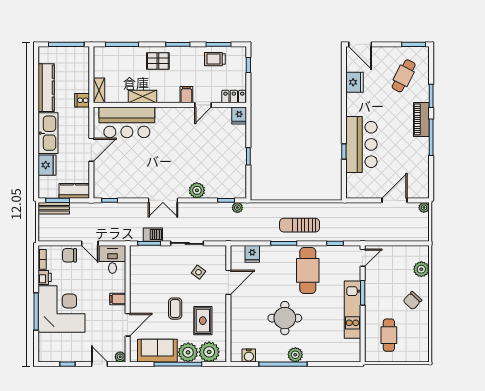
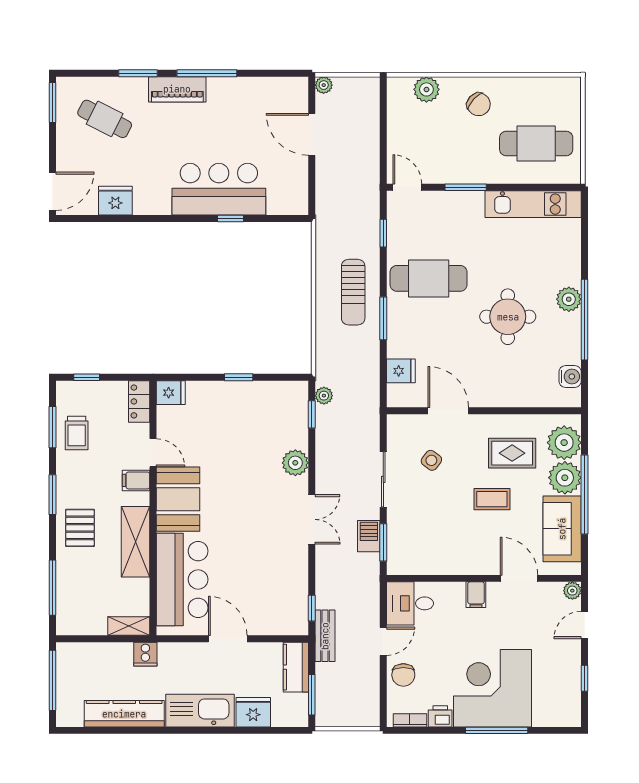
shelving: (142, 97) -> (136, 542), width x1.50, depth x1.33
booth: (175, 120) -> (178, 499), added
bench: (54, 208) -> (325, 636), moved
kitchen unit: (352, 310) -> (533, 204), moved
cafe table: (389, 335) -> (536, 144), width x1.37, depth x1.35

